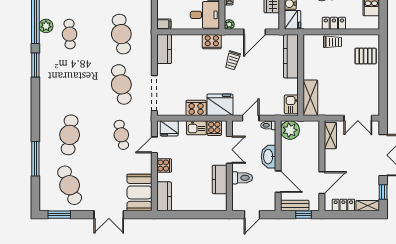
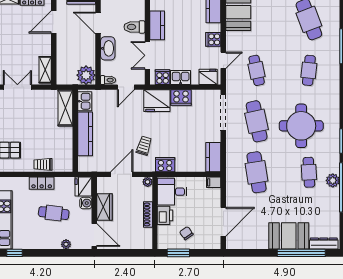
kitchen counter: (291, 56) -> (85, 134), moved
round table: (77, 80) -> (301, 126), added
cafe table: (70, 135) -> (309, 70), width x0.73, depth x0.74

